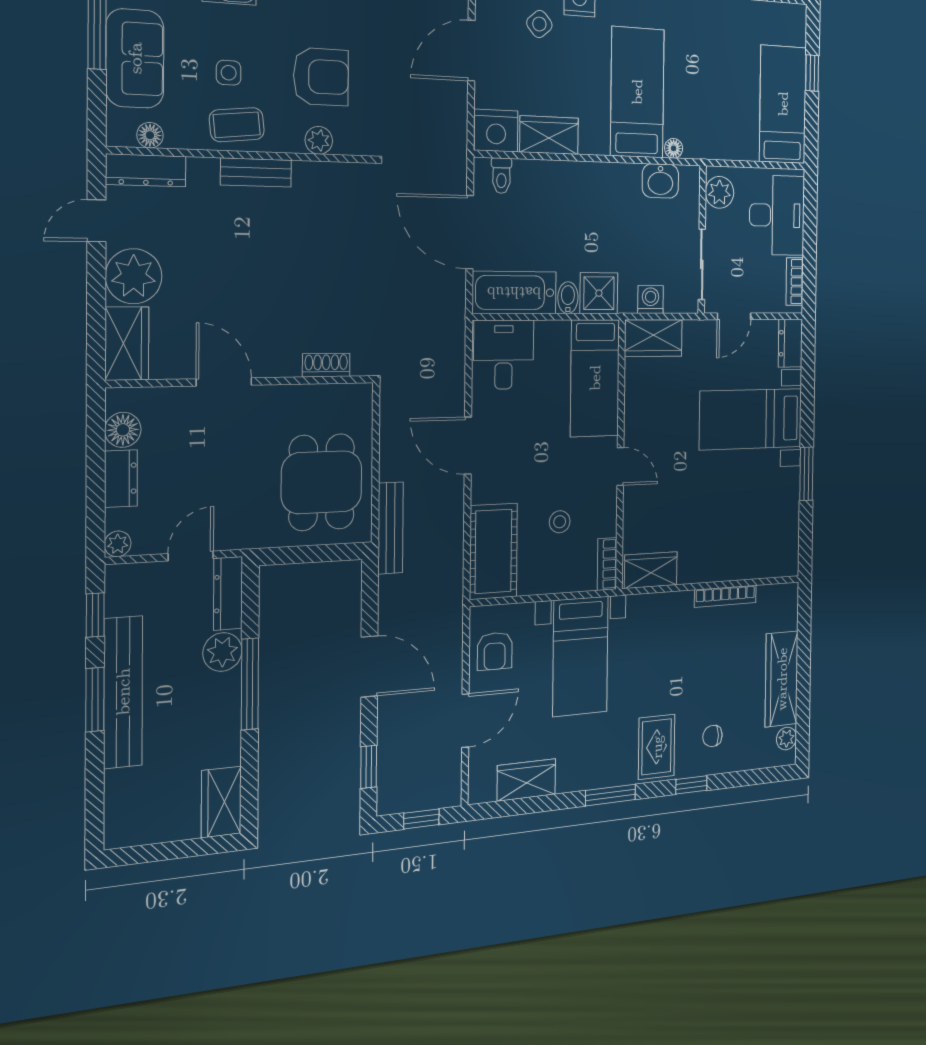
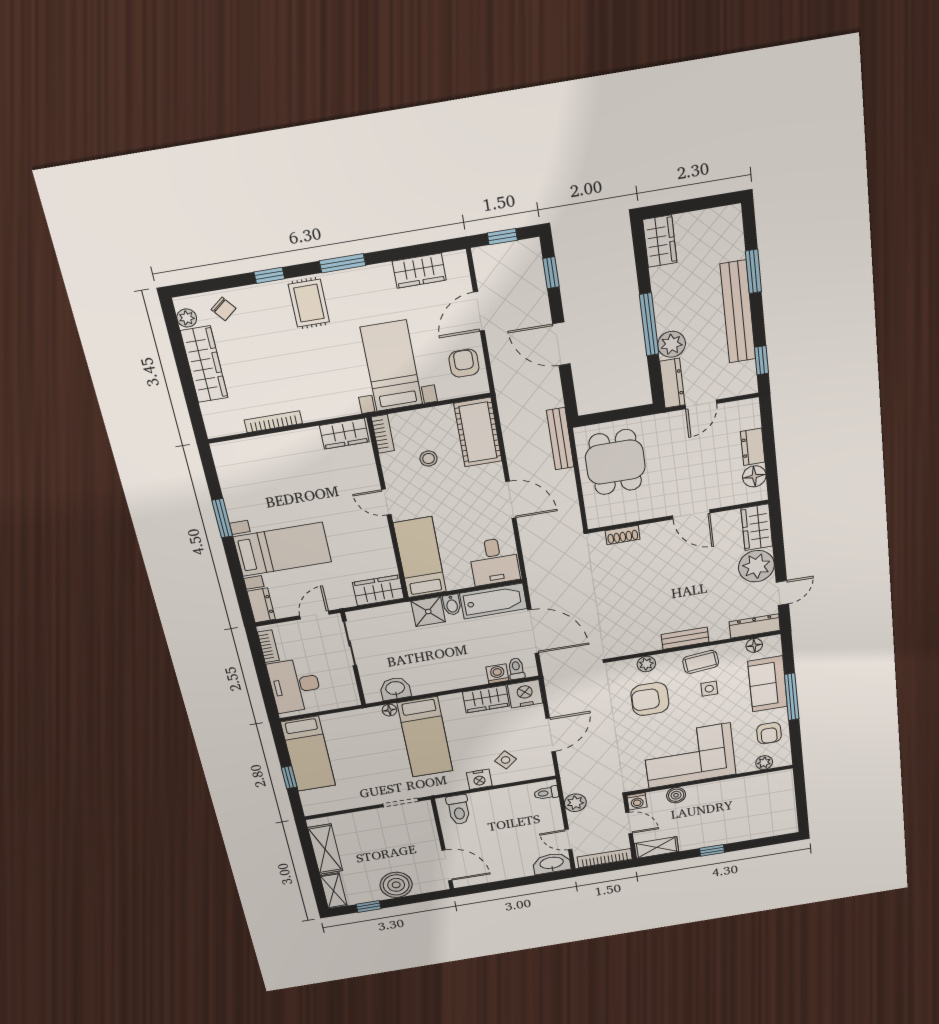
plant: (720, 192) -> (346, 691), removed
washing machine: (651, 300) -> (498, 674), moved, turned 180
plant: (118, 544) -> (751, 407), removed
window: (95, 699) -> (753, 271), moved
chair: (712, 736) -> (224, 309), moved, turned 51

